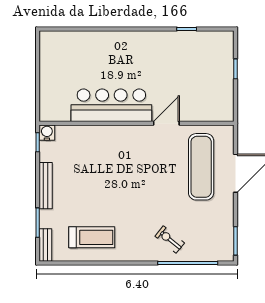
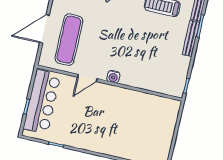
bar counter: (111, 105) -> (42, 102), moved, turned -90
water cooler: (47, 133) -> (113, 77), moved
bench: (46, 186) -> (191, 38), moved

